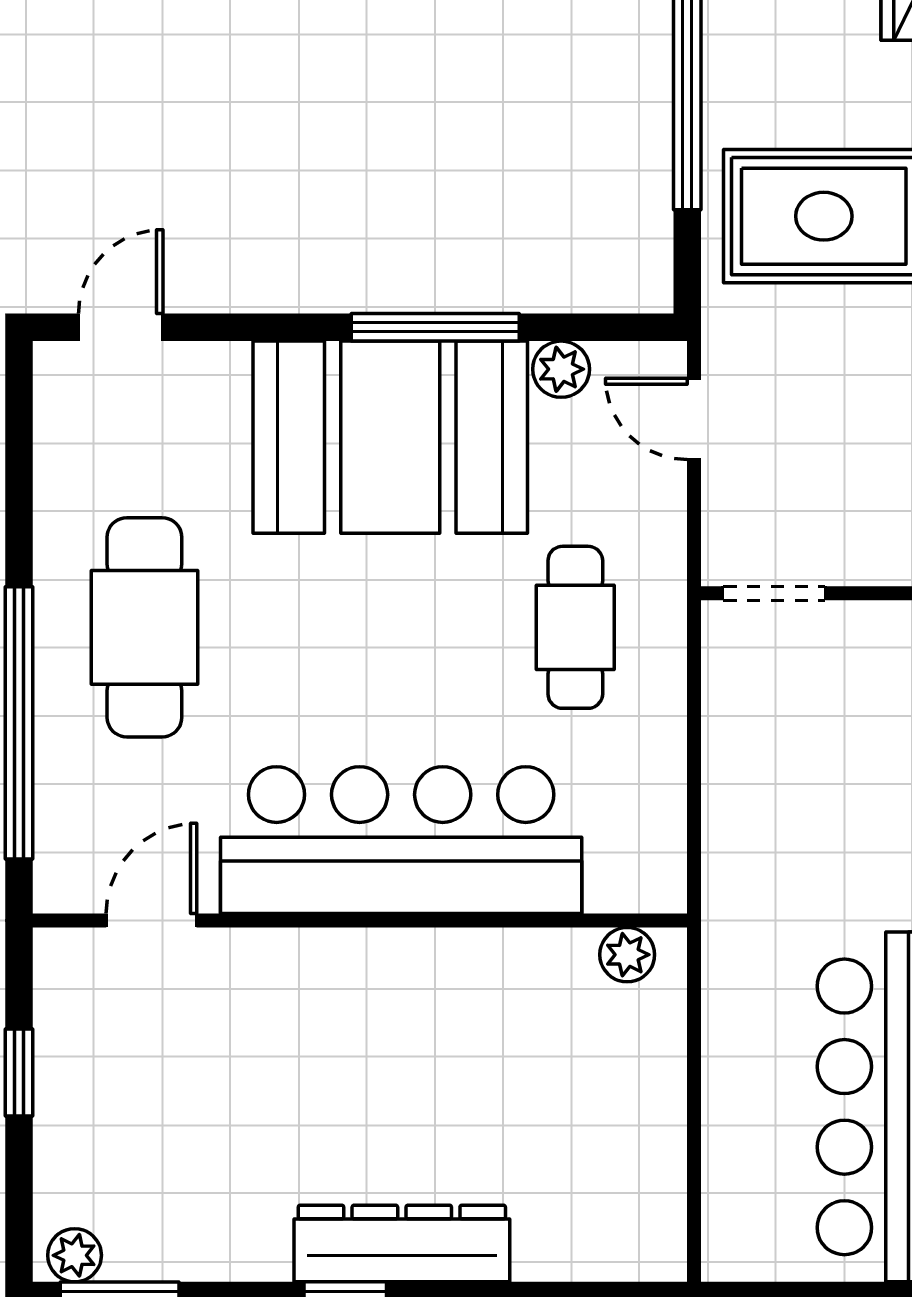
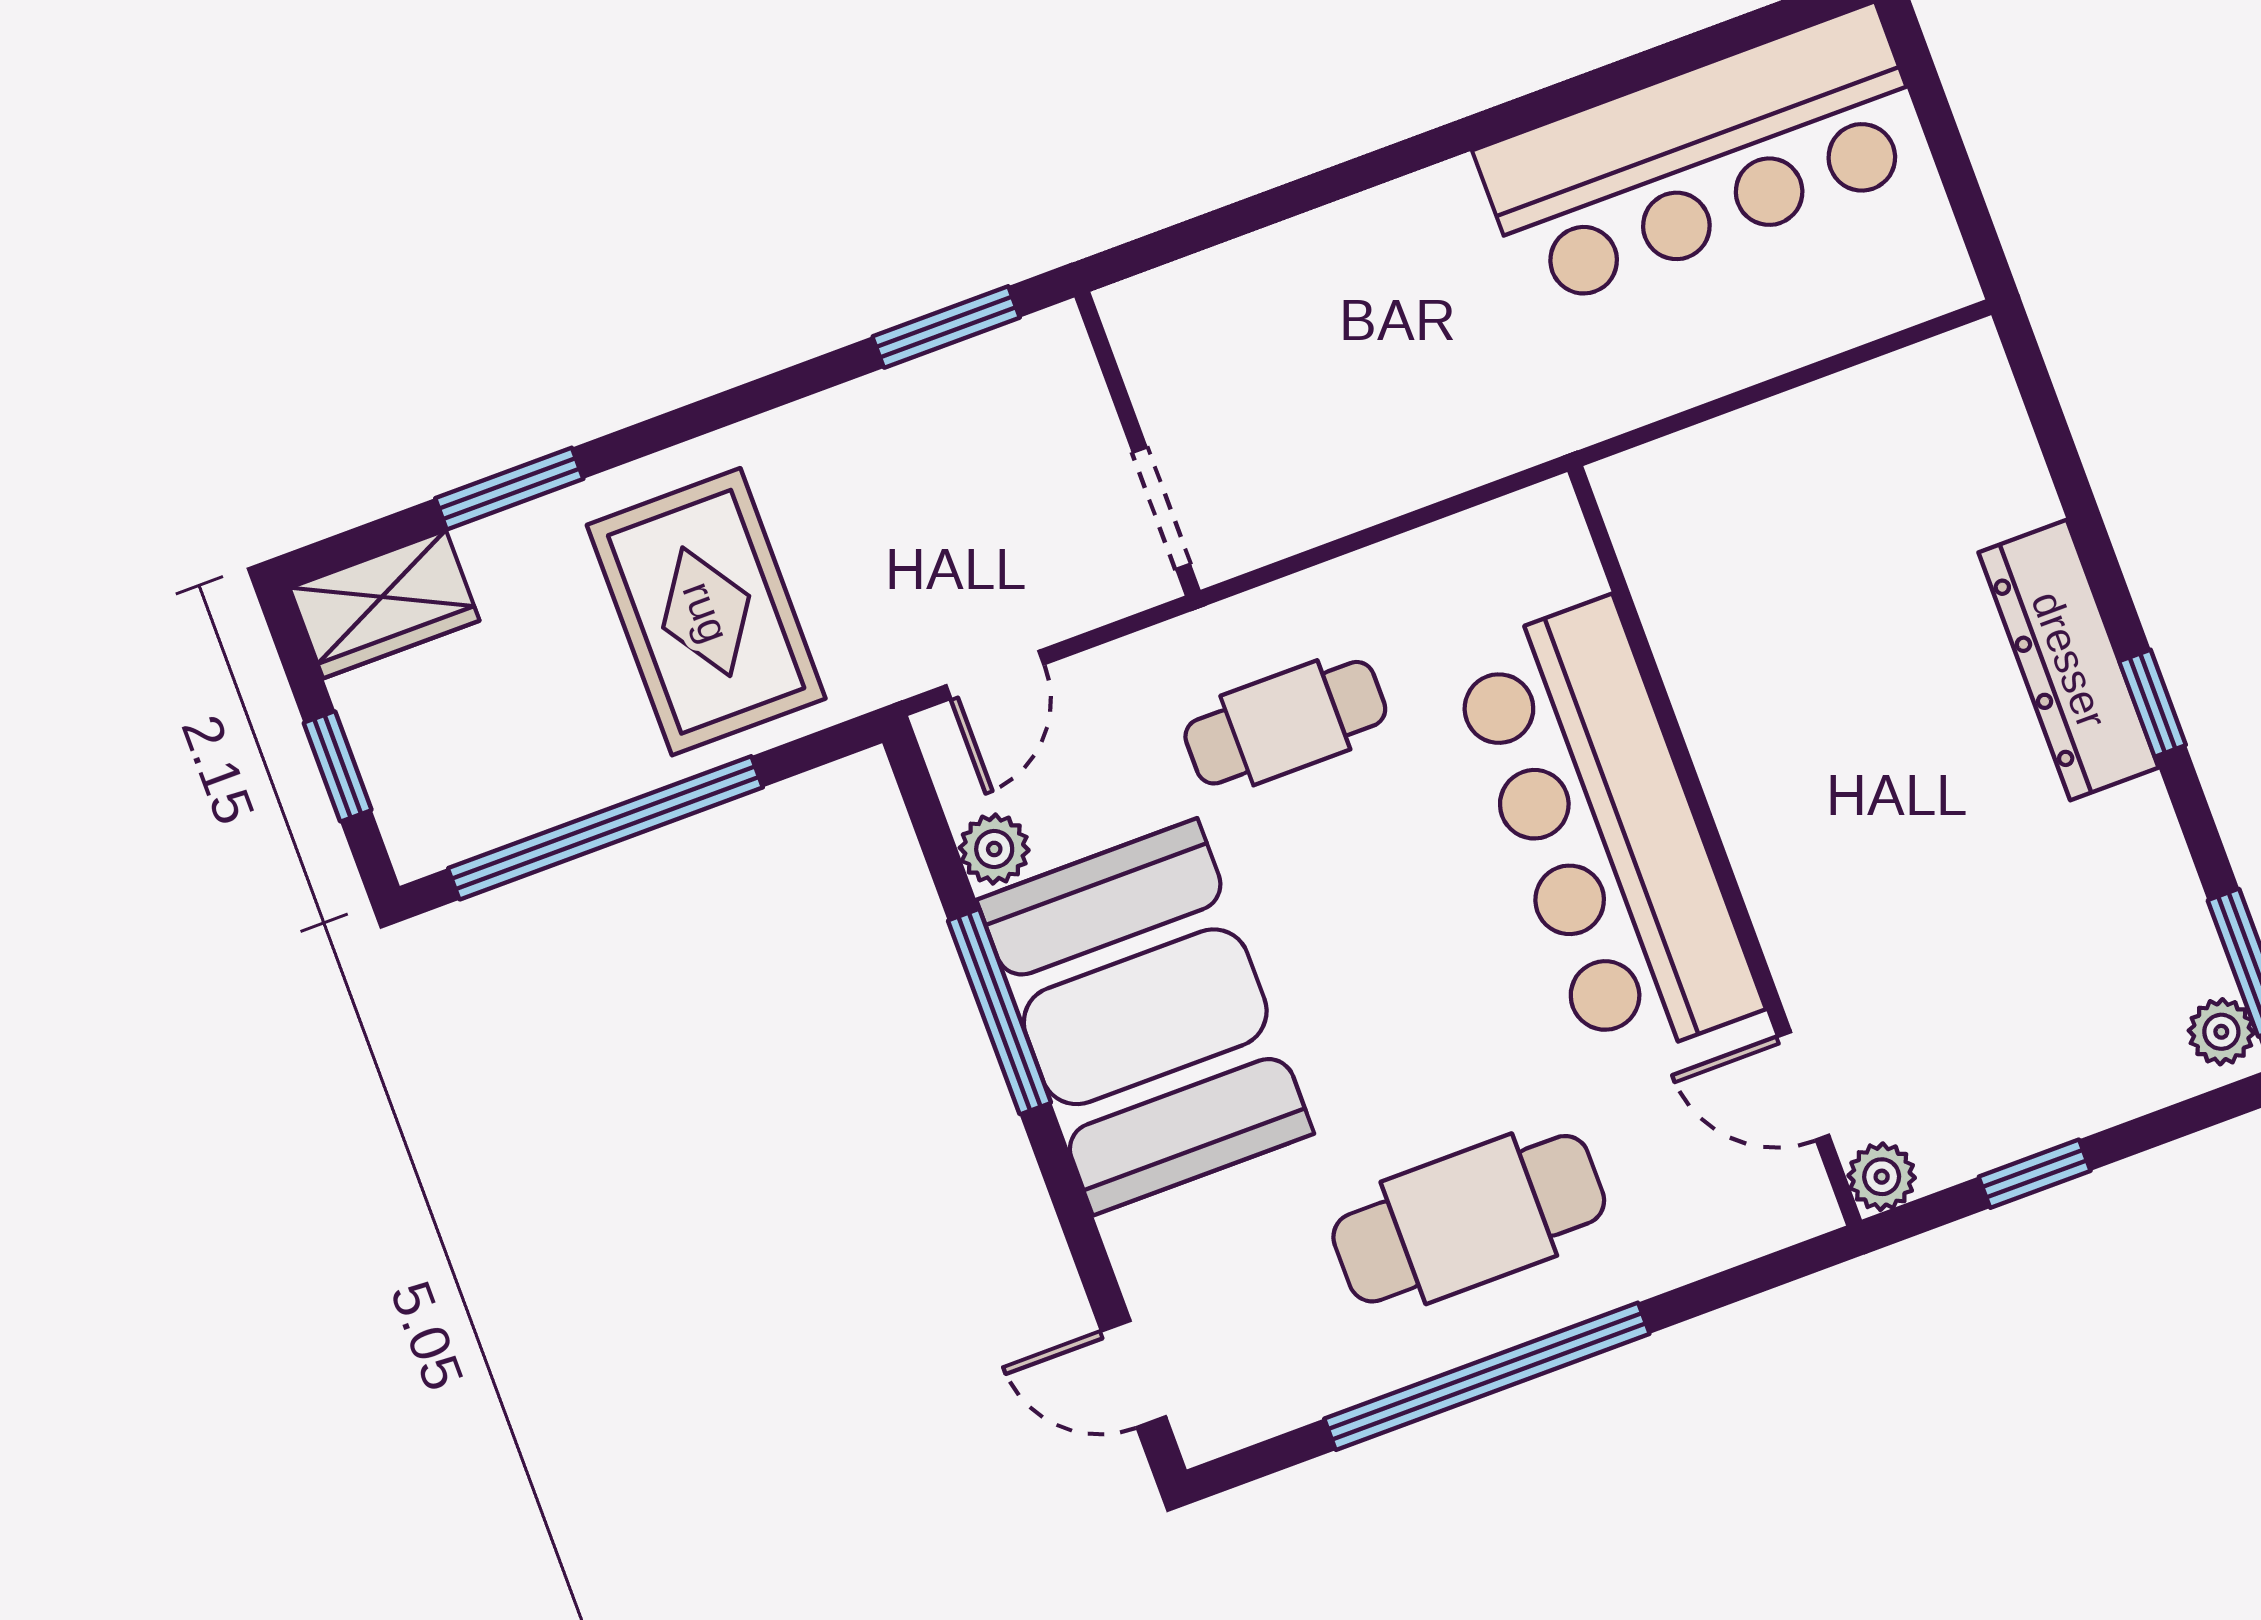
window: (19, 723) -> (1487, 1376), moved
plant: (627, 955) -> (1882, 1177), moved

